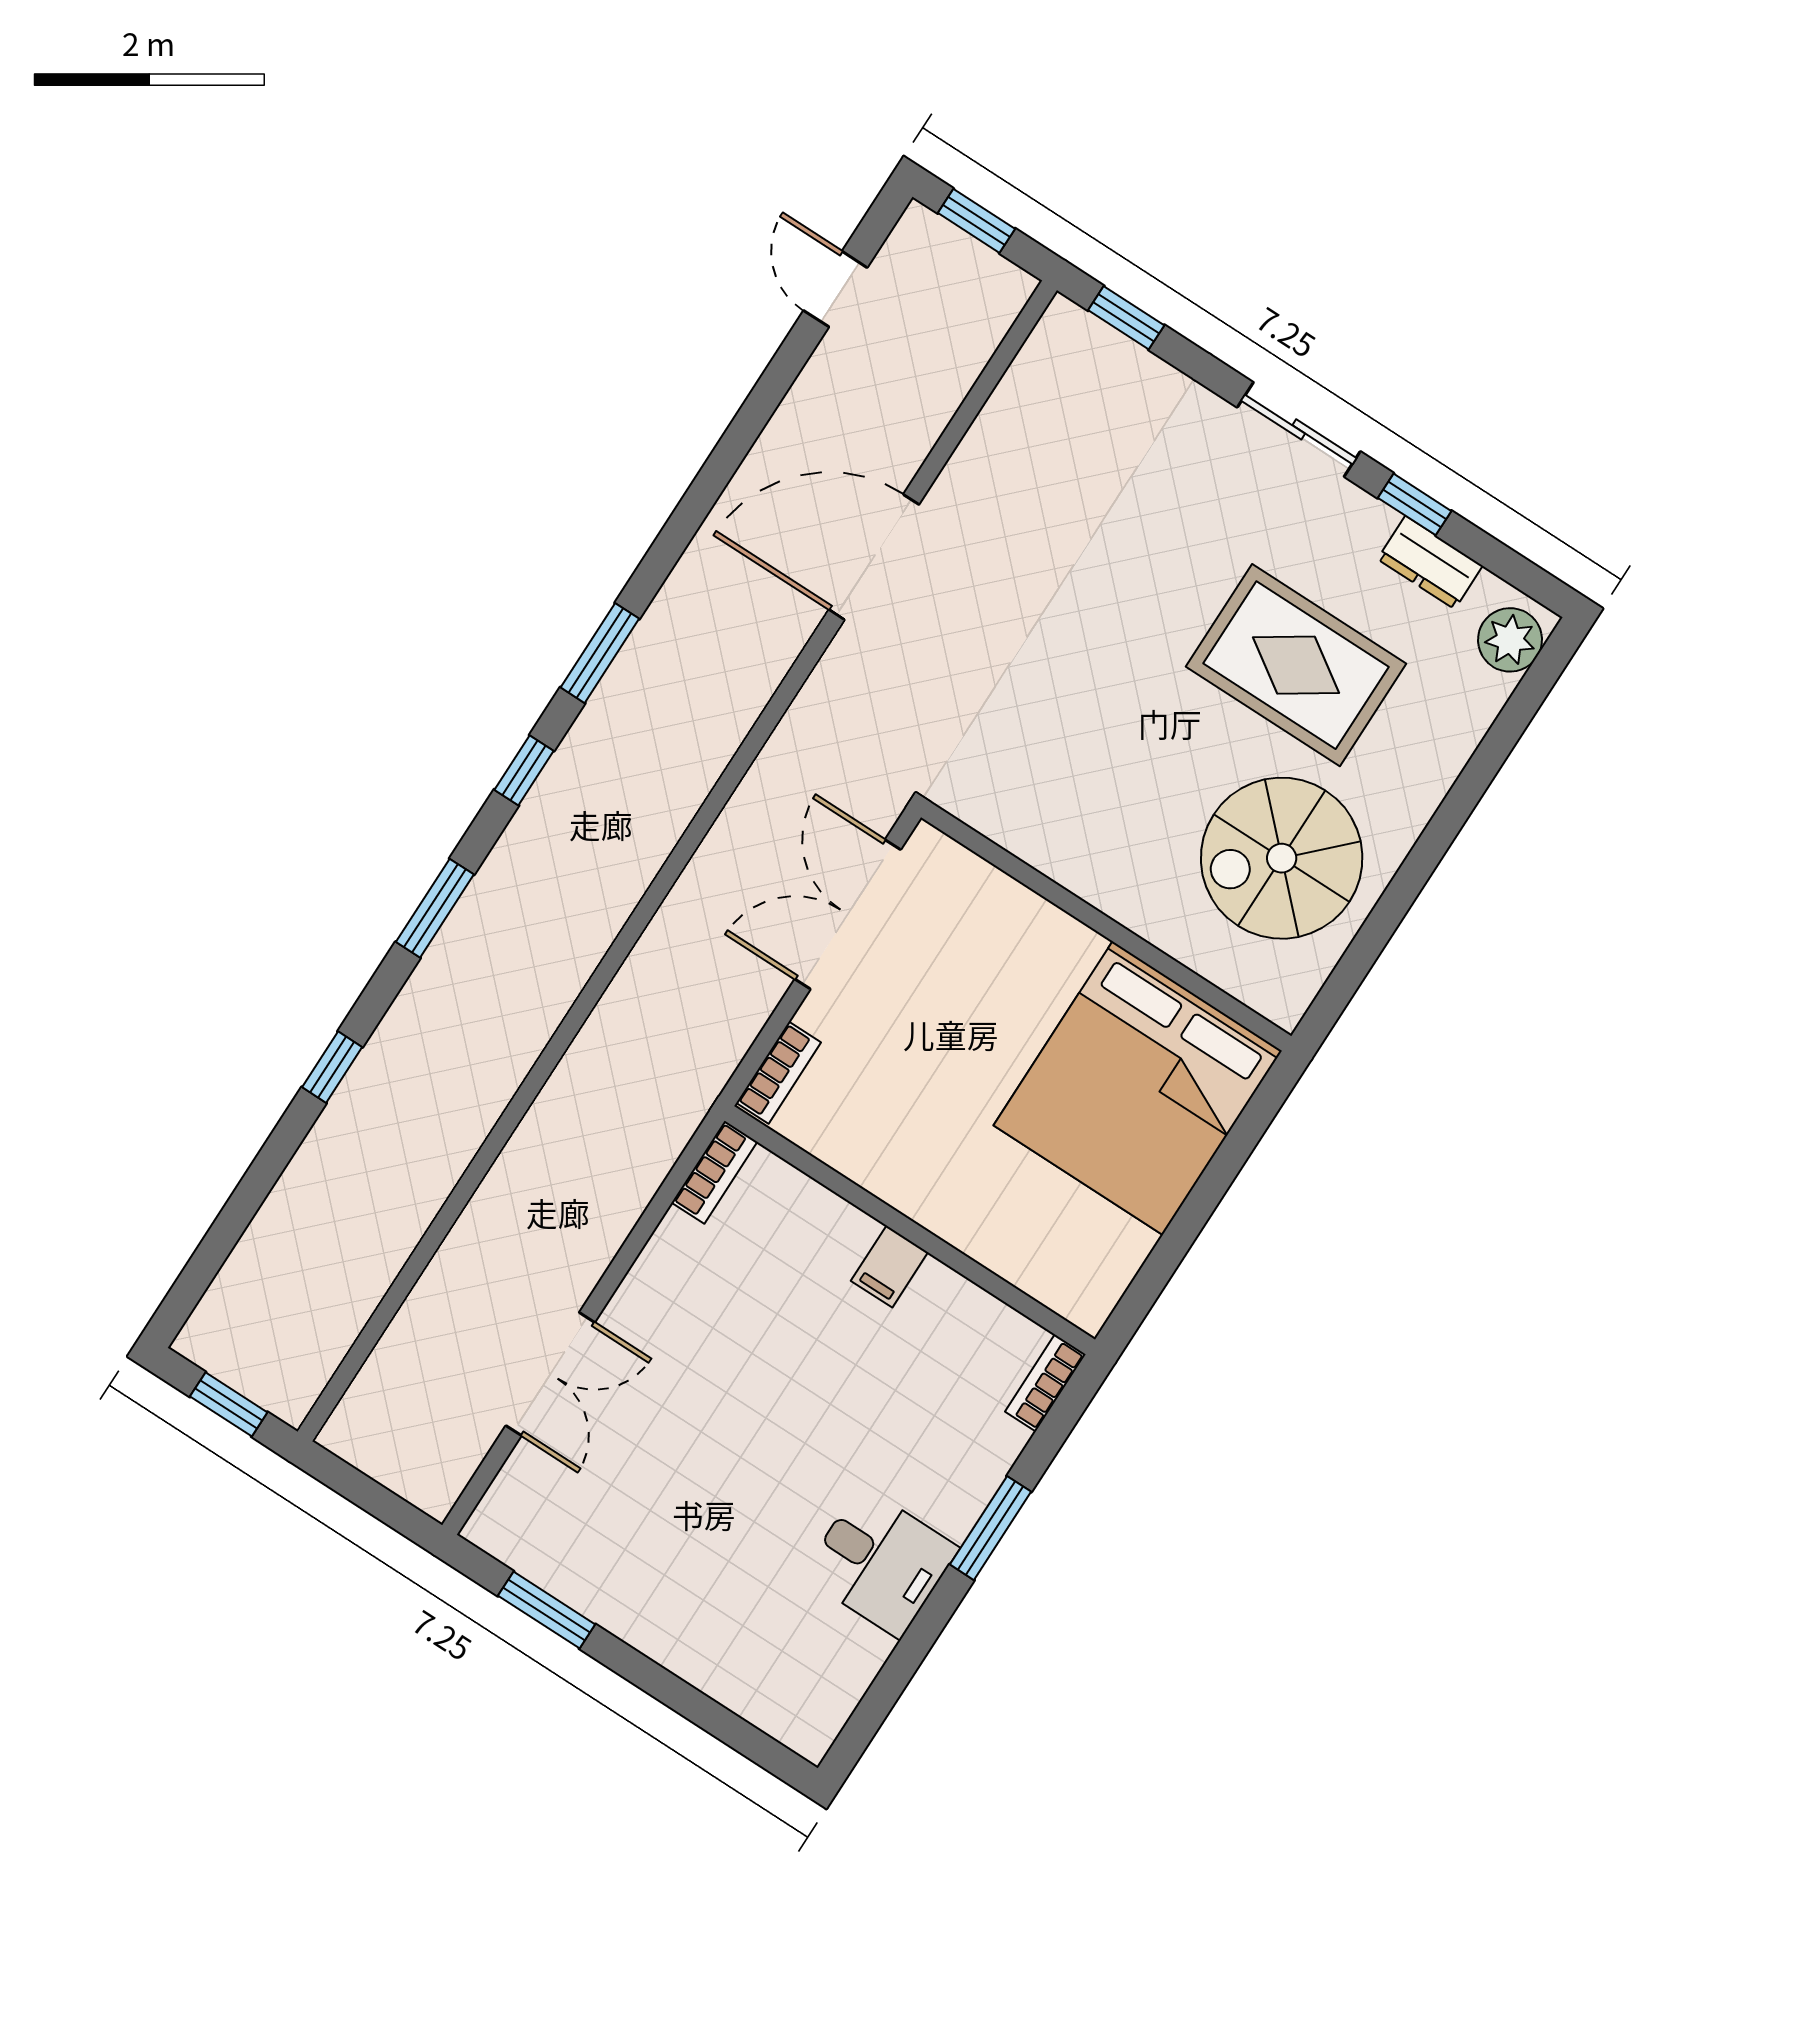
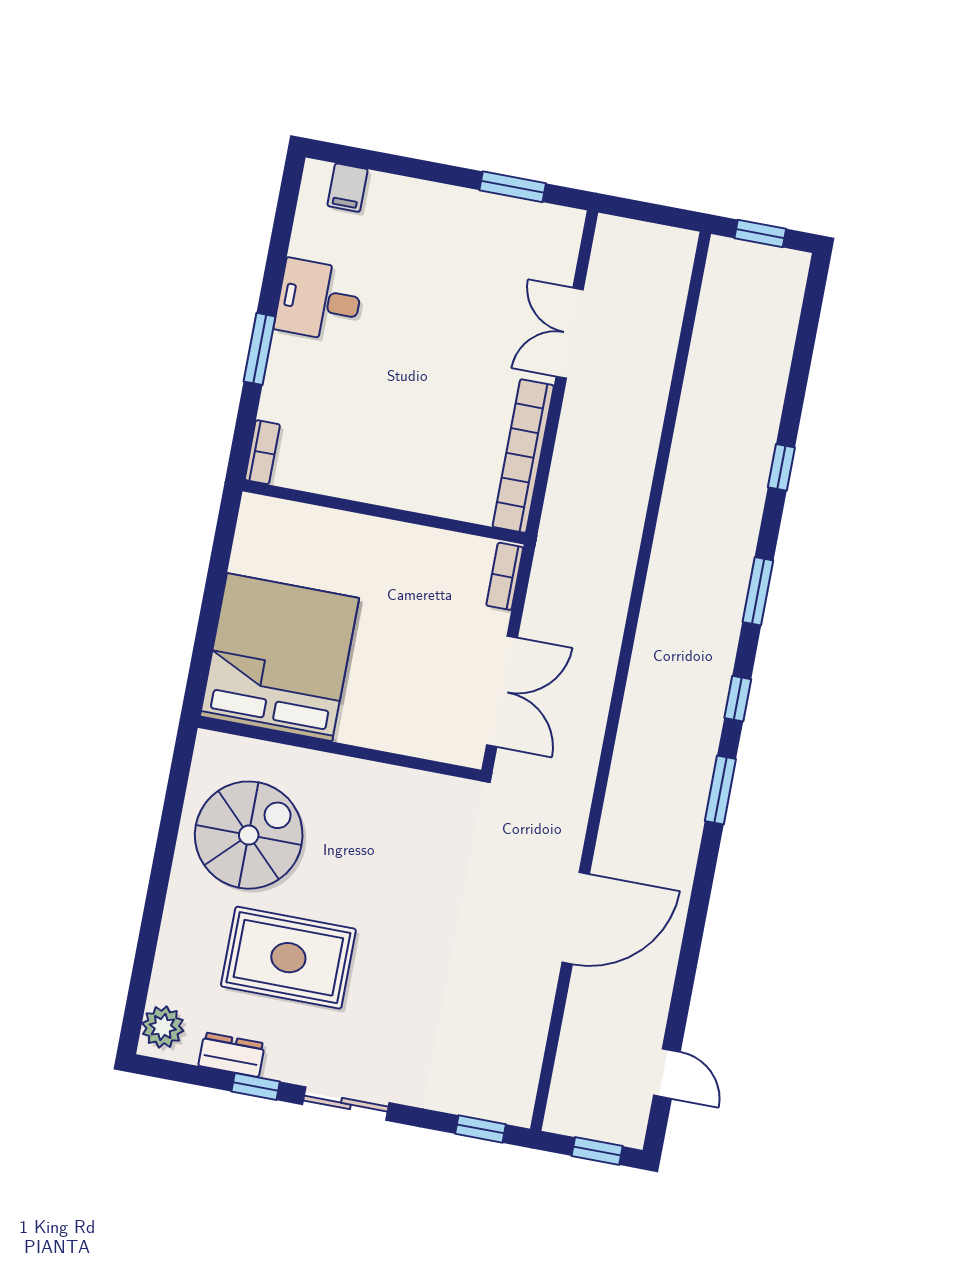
bookcase: (714, 1172) -> (523, 456), width x2.31, depth x1.31
filing cabinet: (889, 1267) -> (348, 188), moved, turned 180

